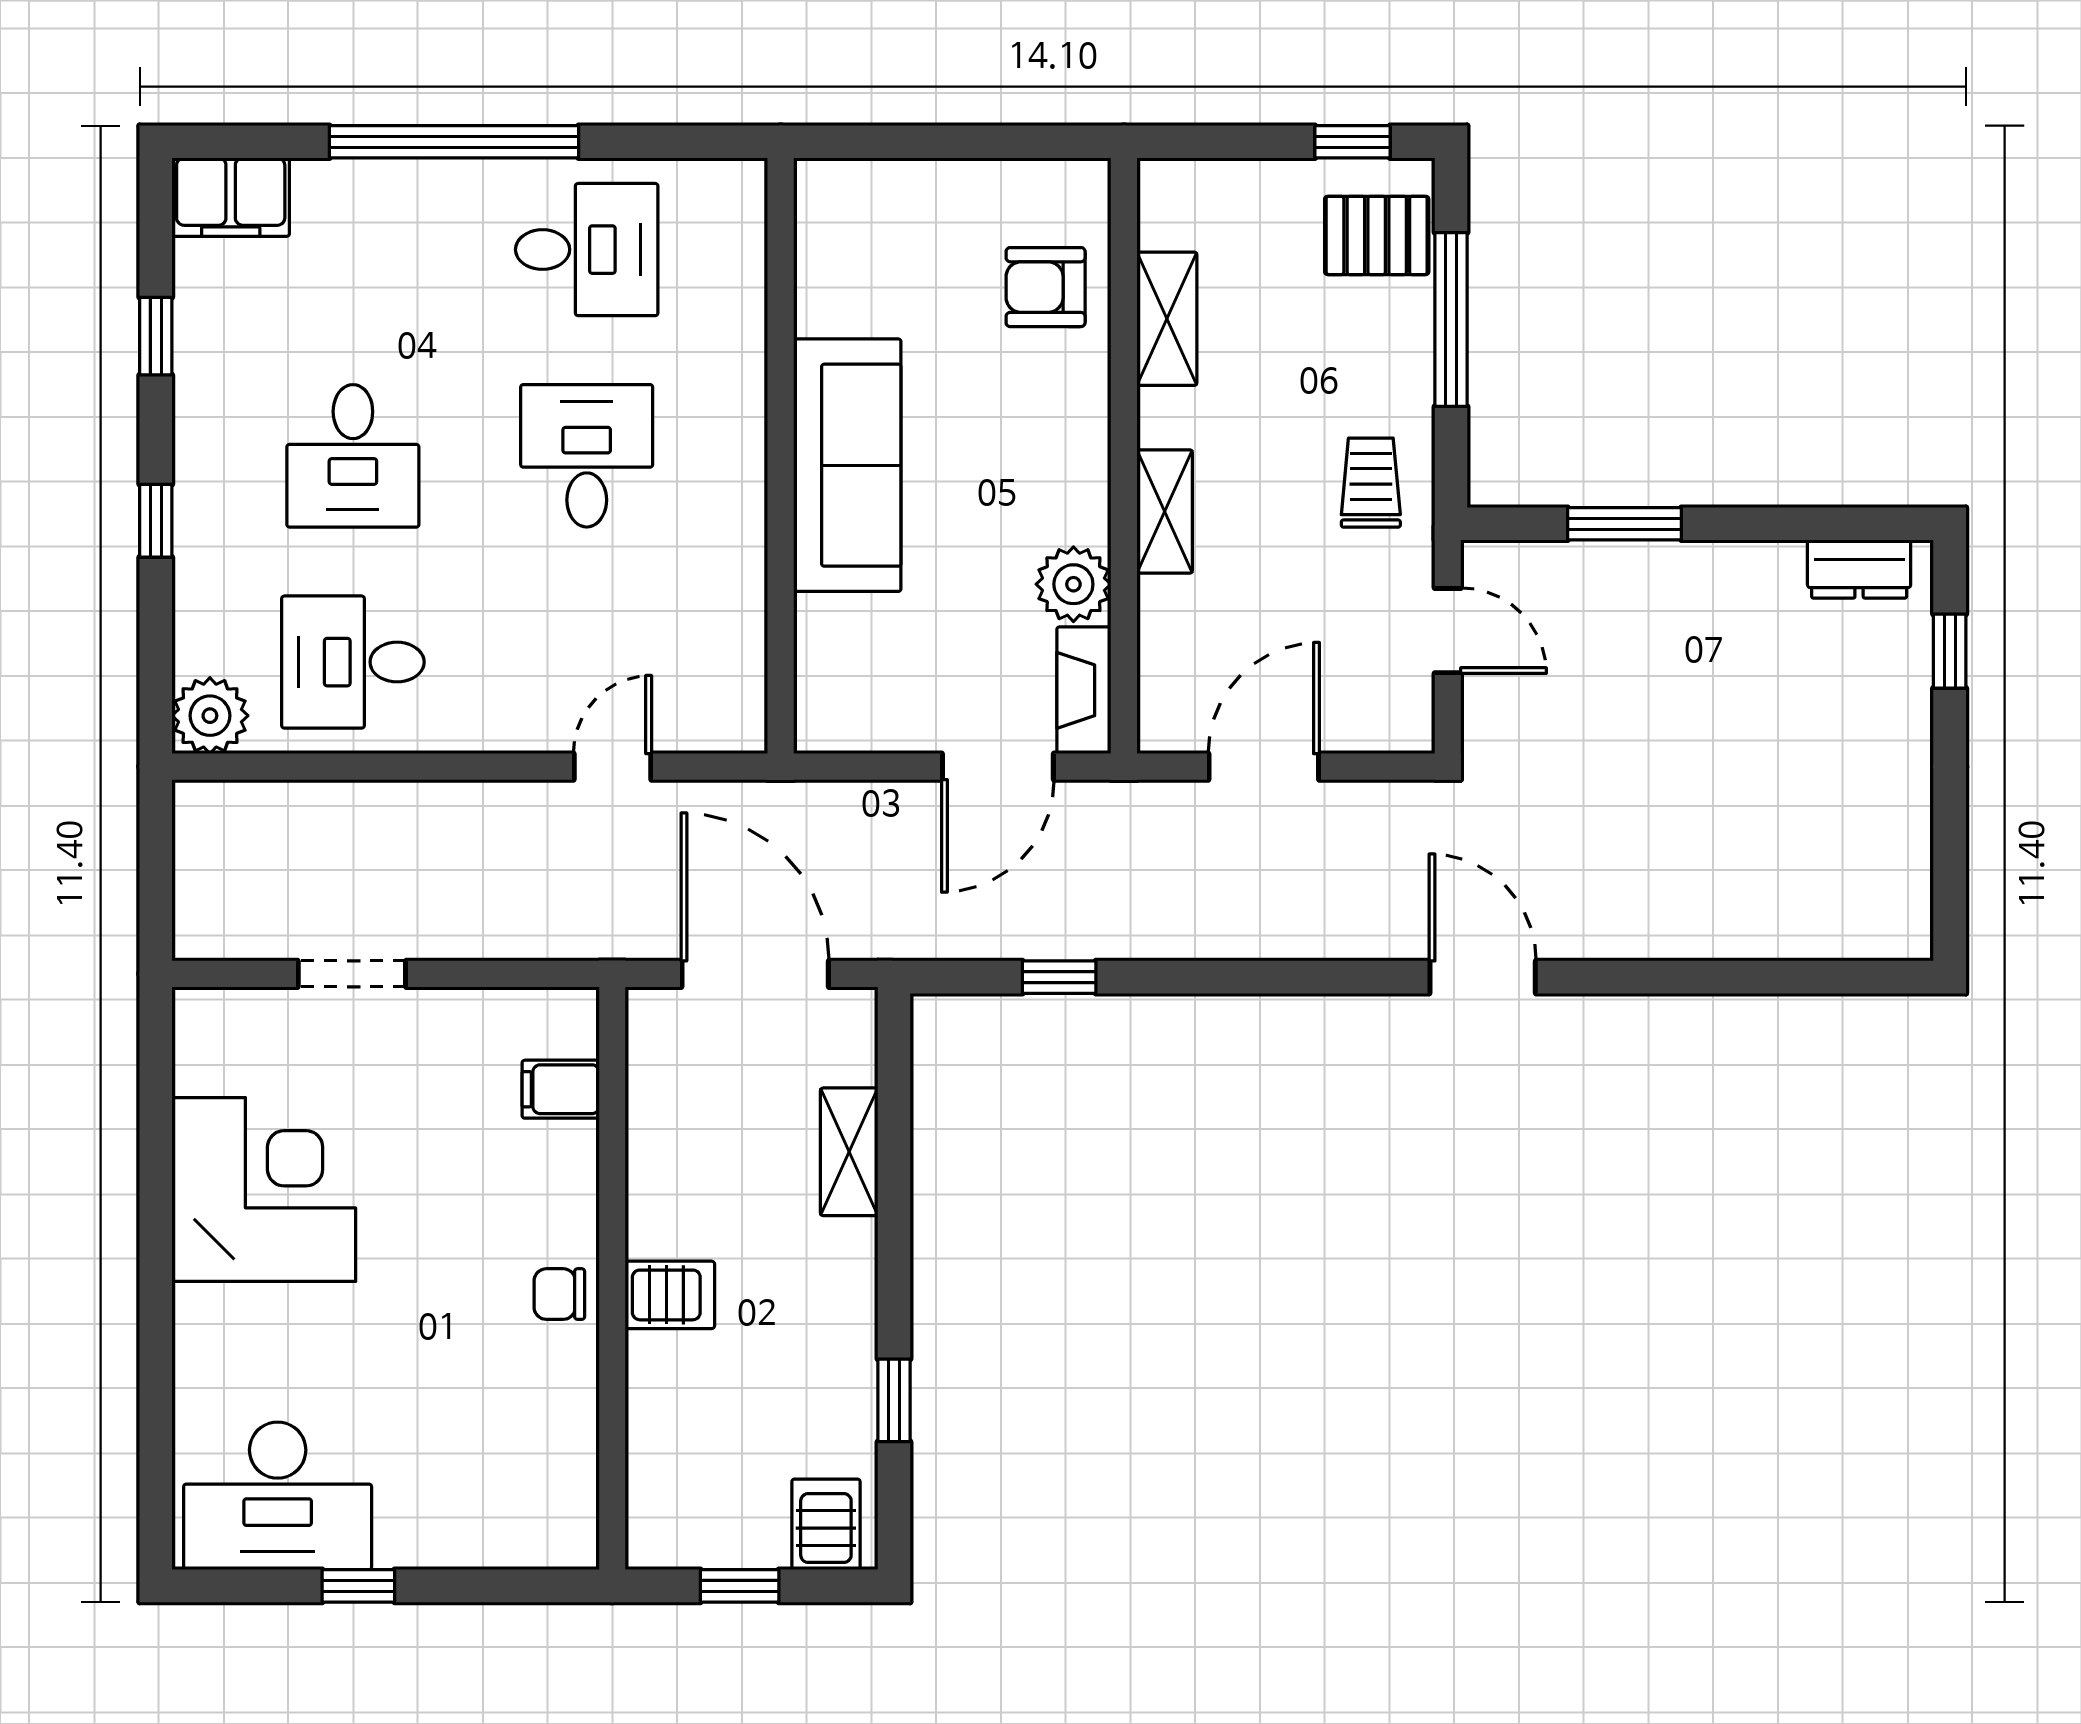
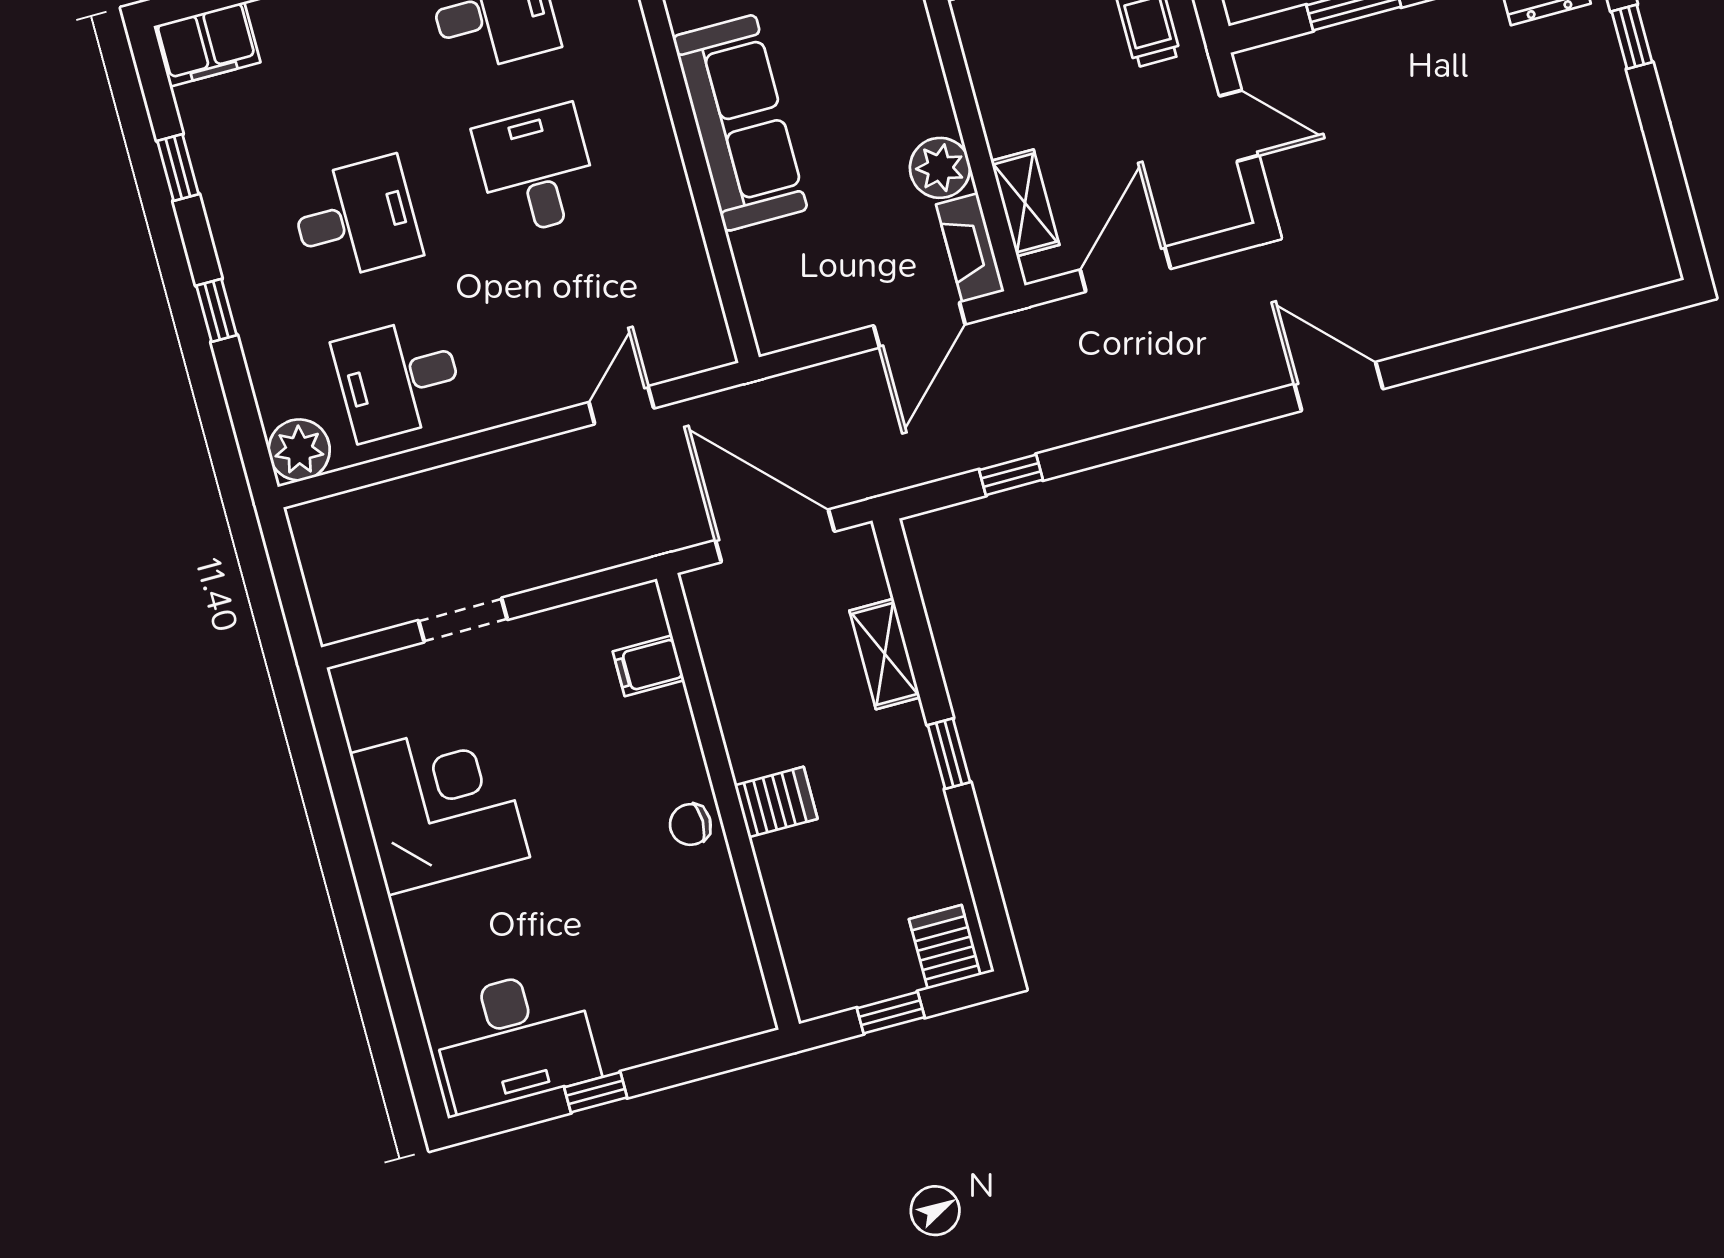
desk: (353, 456) -> (356, 219), turned -90
shelving: (1165, 512) -> (1025, 203), moved
window: (894, 1400) -> (949, 754), moved

